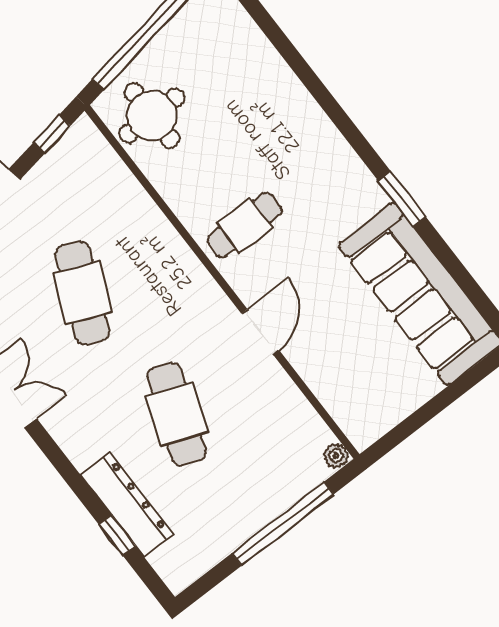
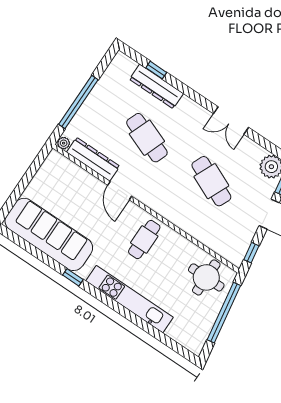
kitchen unit: (309, 123) -> (130, 299), added
window: (402, 199) -> (73, 277), width x0.67
dresser: (291, 407) -> (93, 159), added

